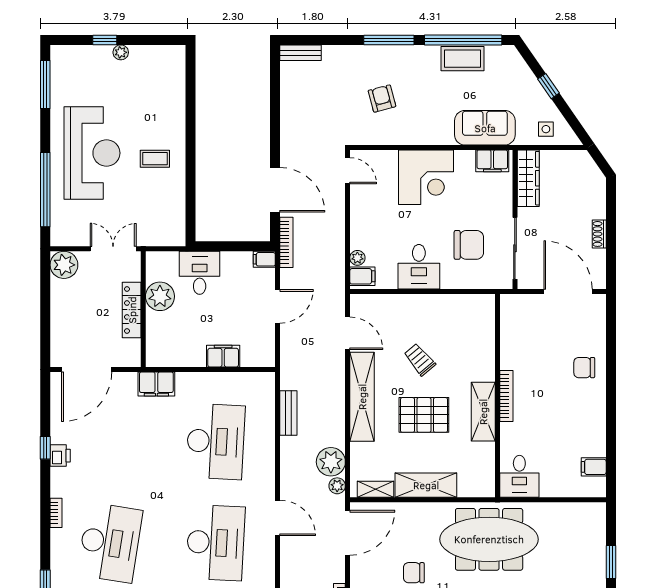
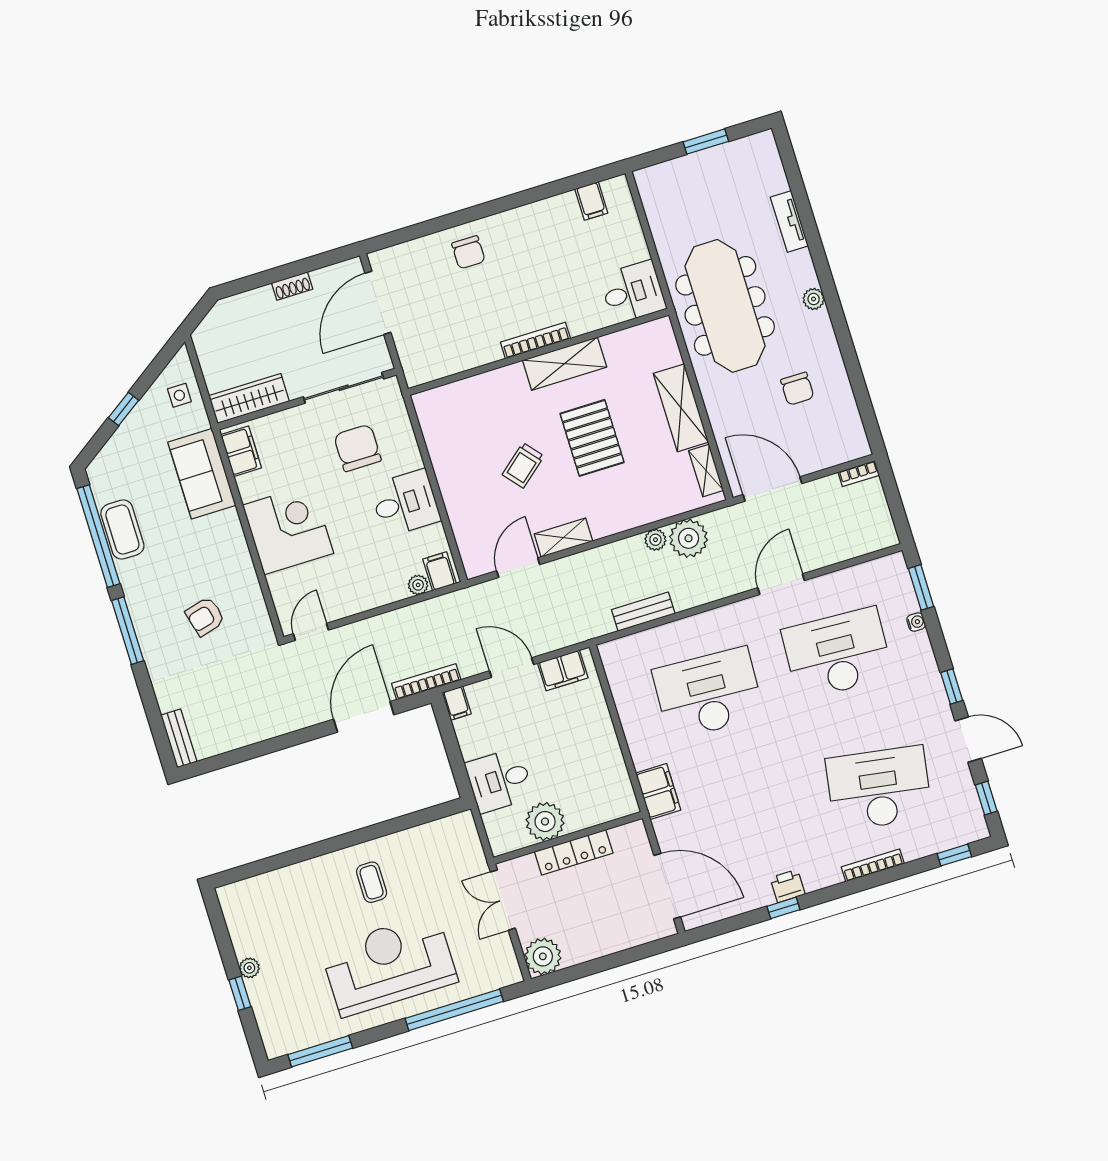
filing cabinet: (223, 356) -> (563, 670), moved, turned -90
shelving: (362, 397) -> (563, 538), width x0.45, depth x0.75
plant: (337, 486) -> (655, 540), moved
bookcase: (56, 513) -> (873, 865), width x1.56

